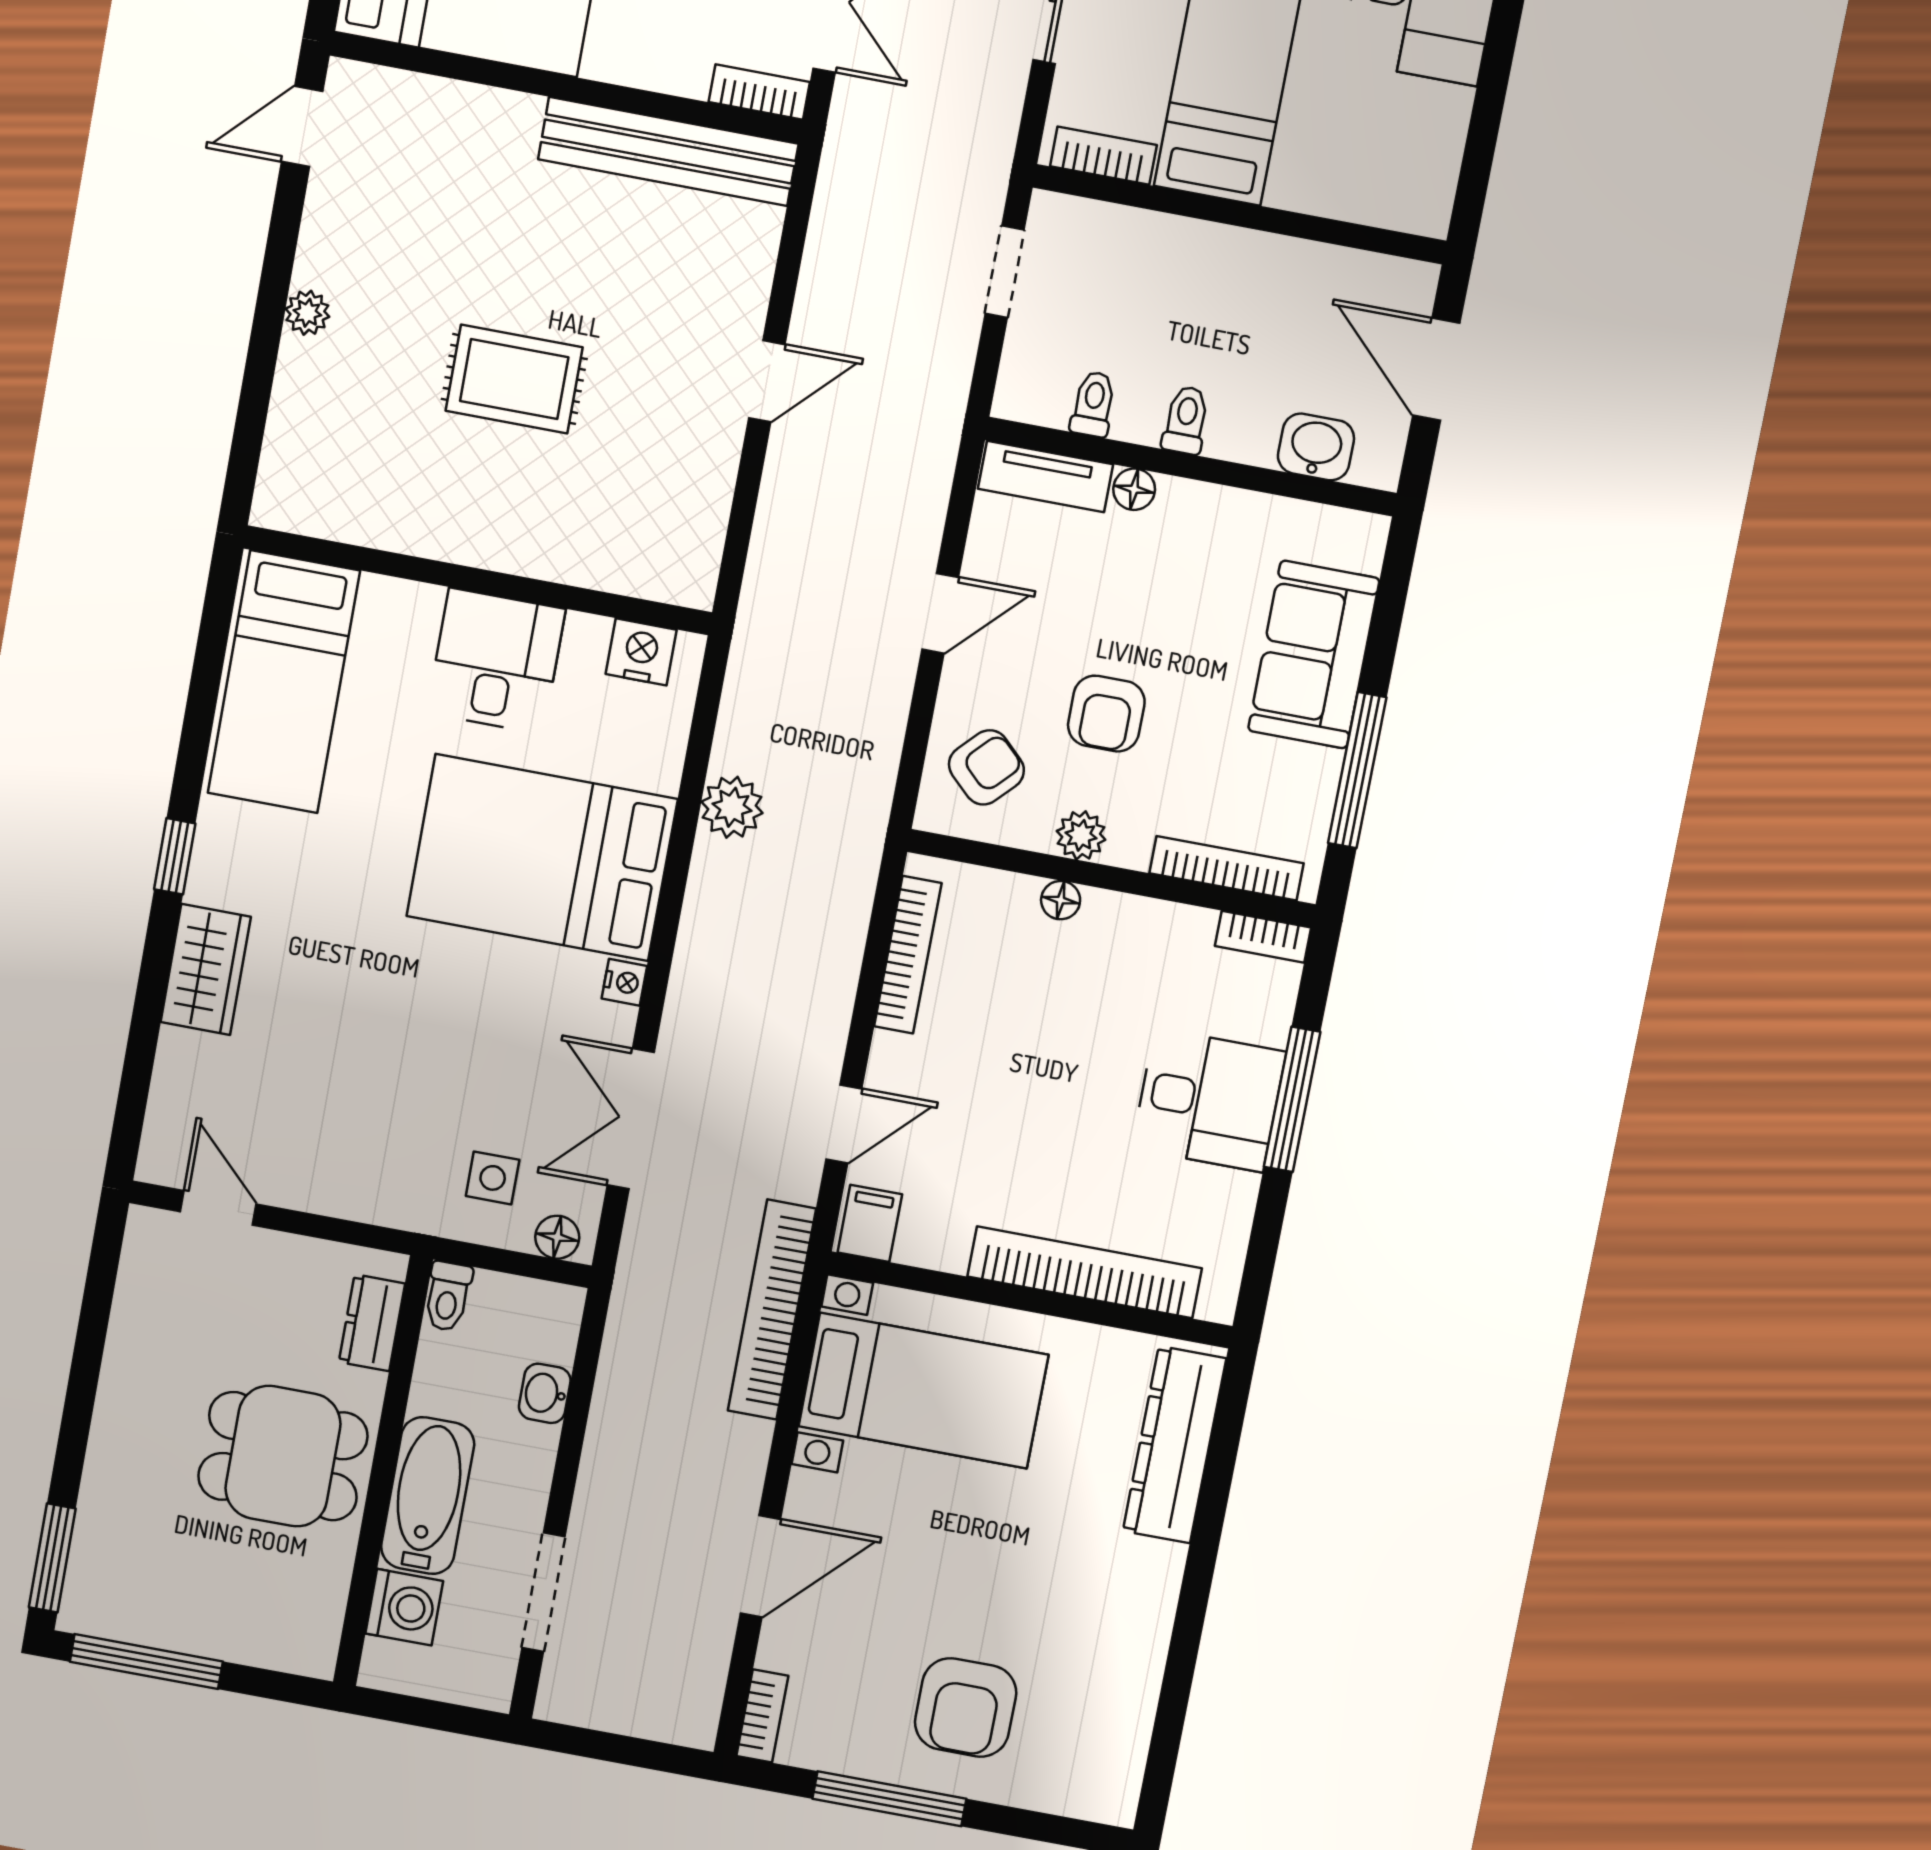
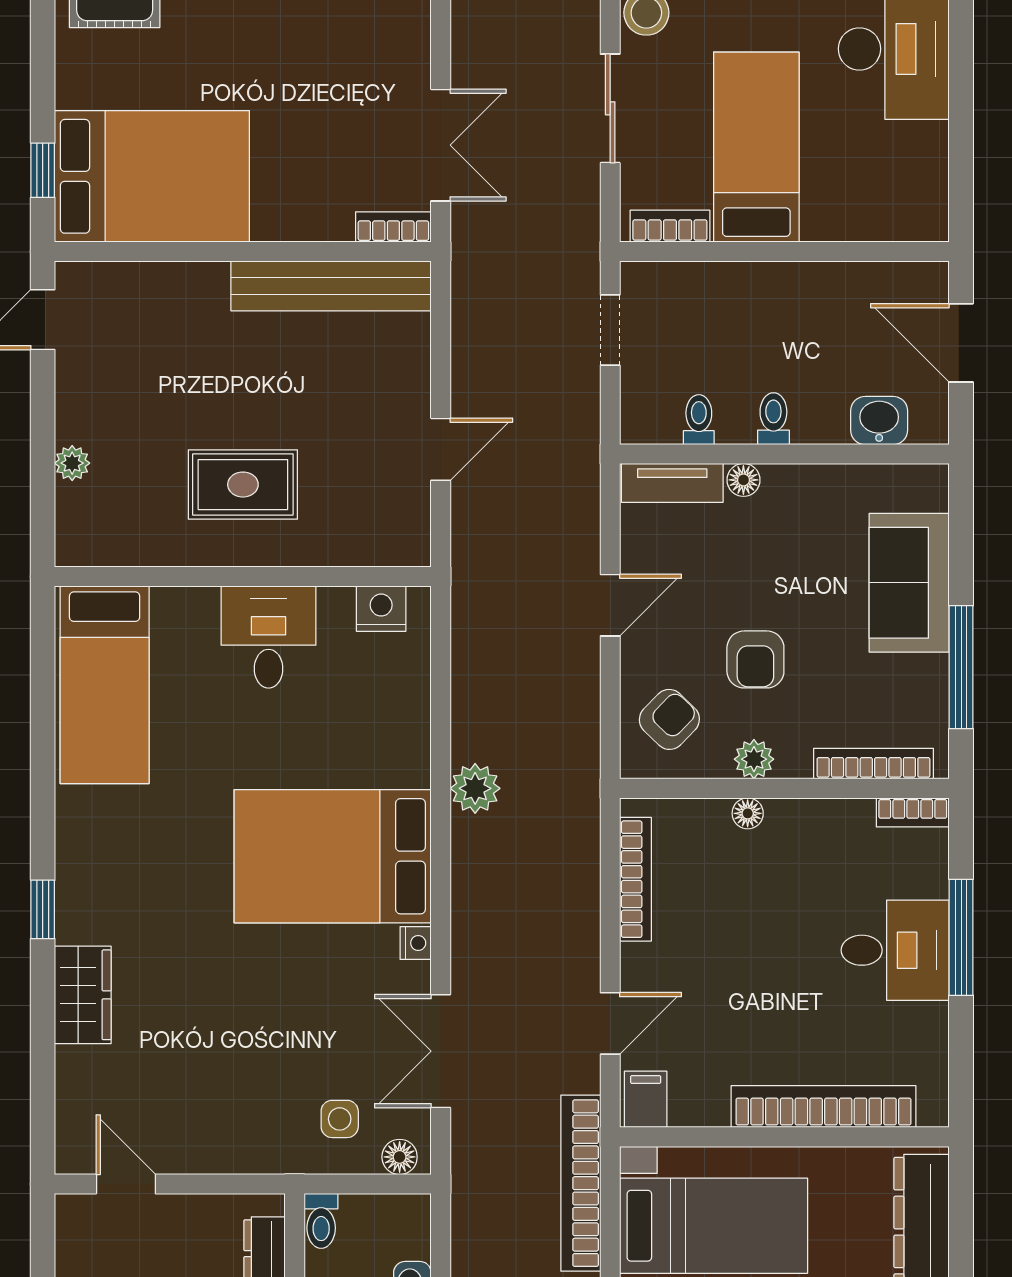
wall: (478, 580) -> (243, 576), moved
nightstand: (641, 652) -> (381, 609), moved
desk: (496, 661) -> (269, 637), moved
bed: (284, 682) -> (105, 685), moved

